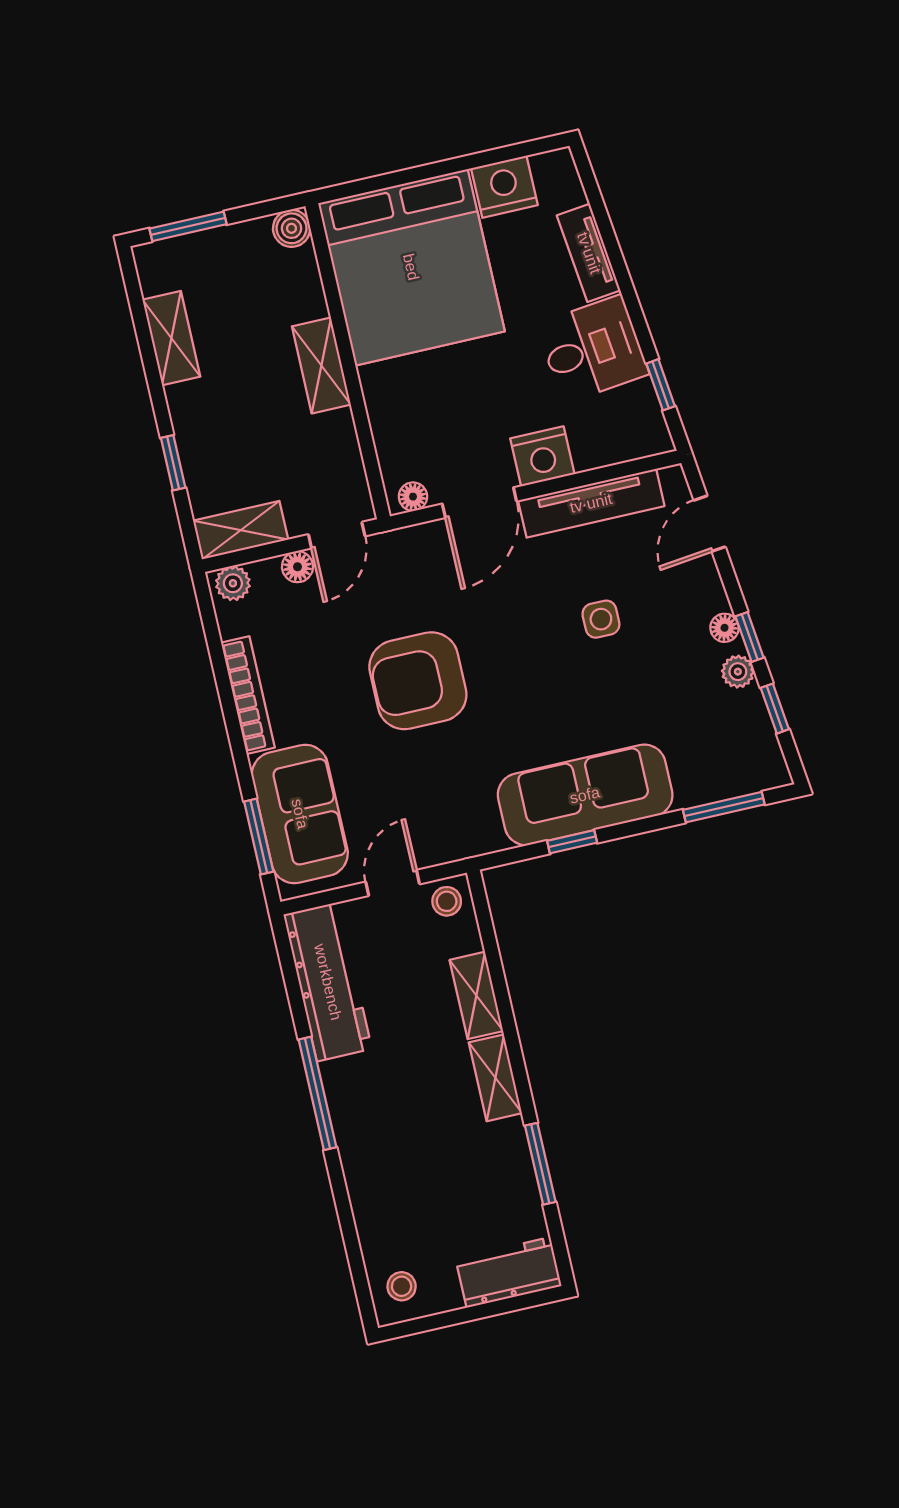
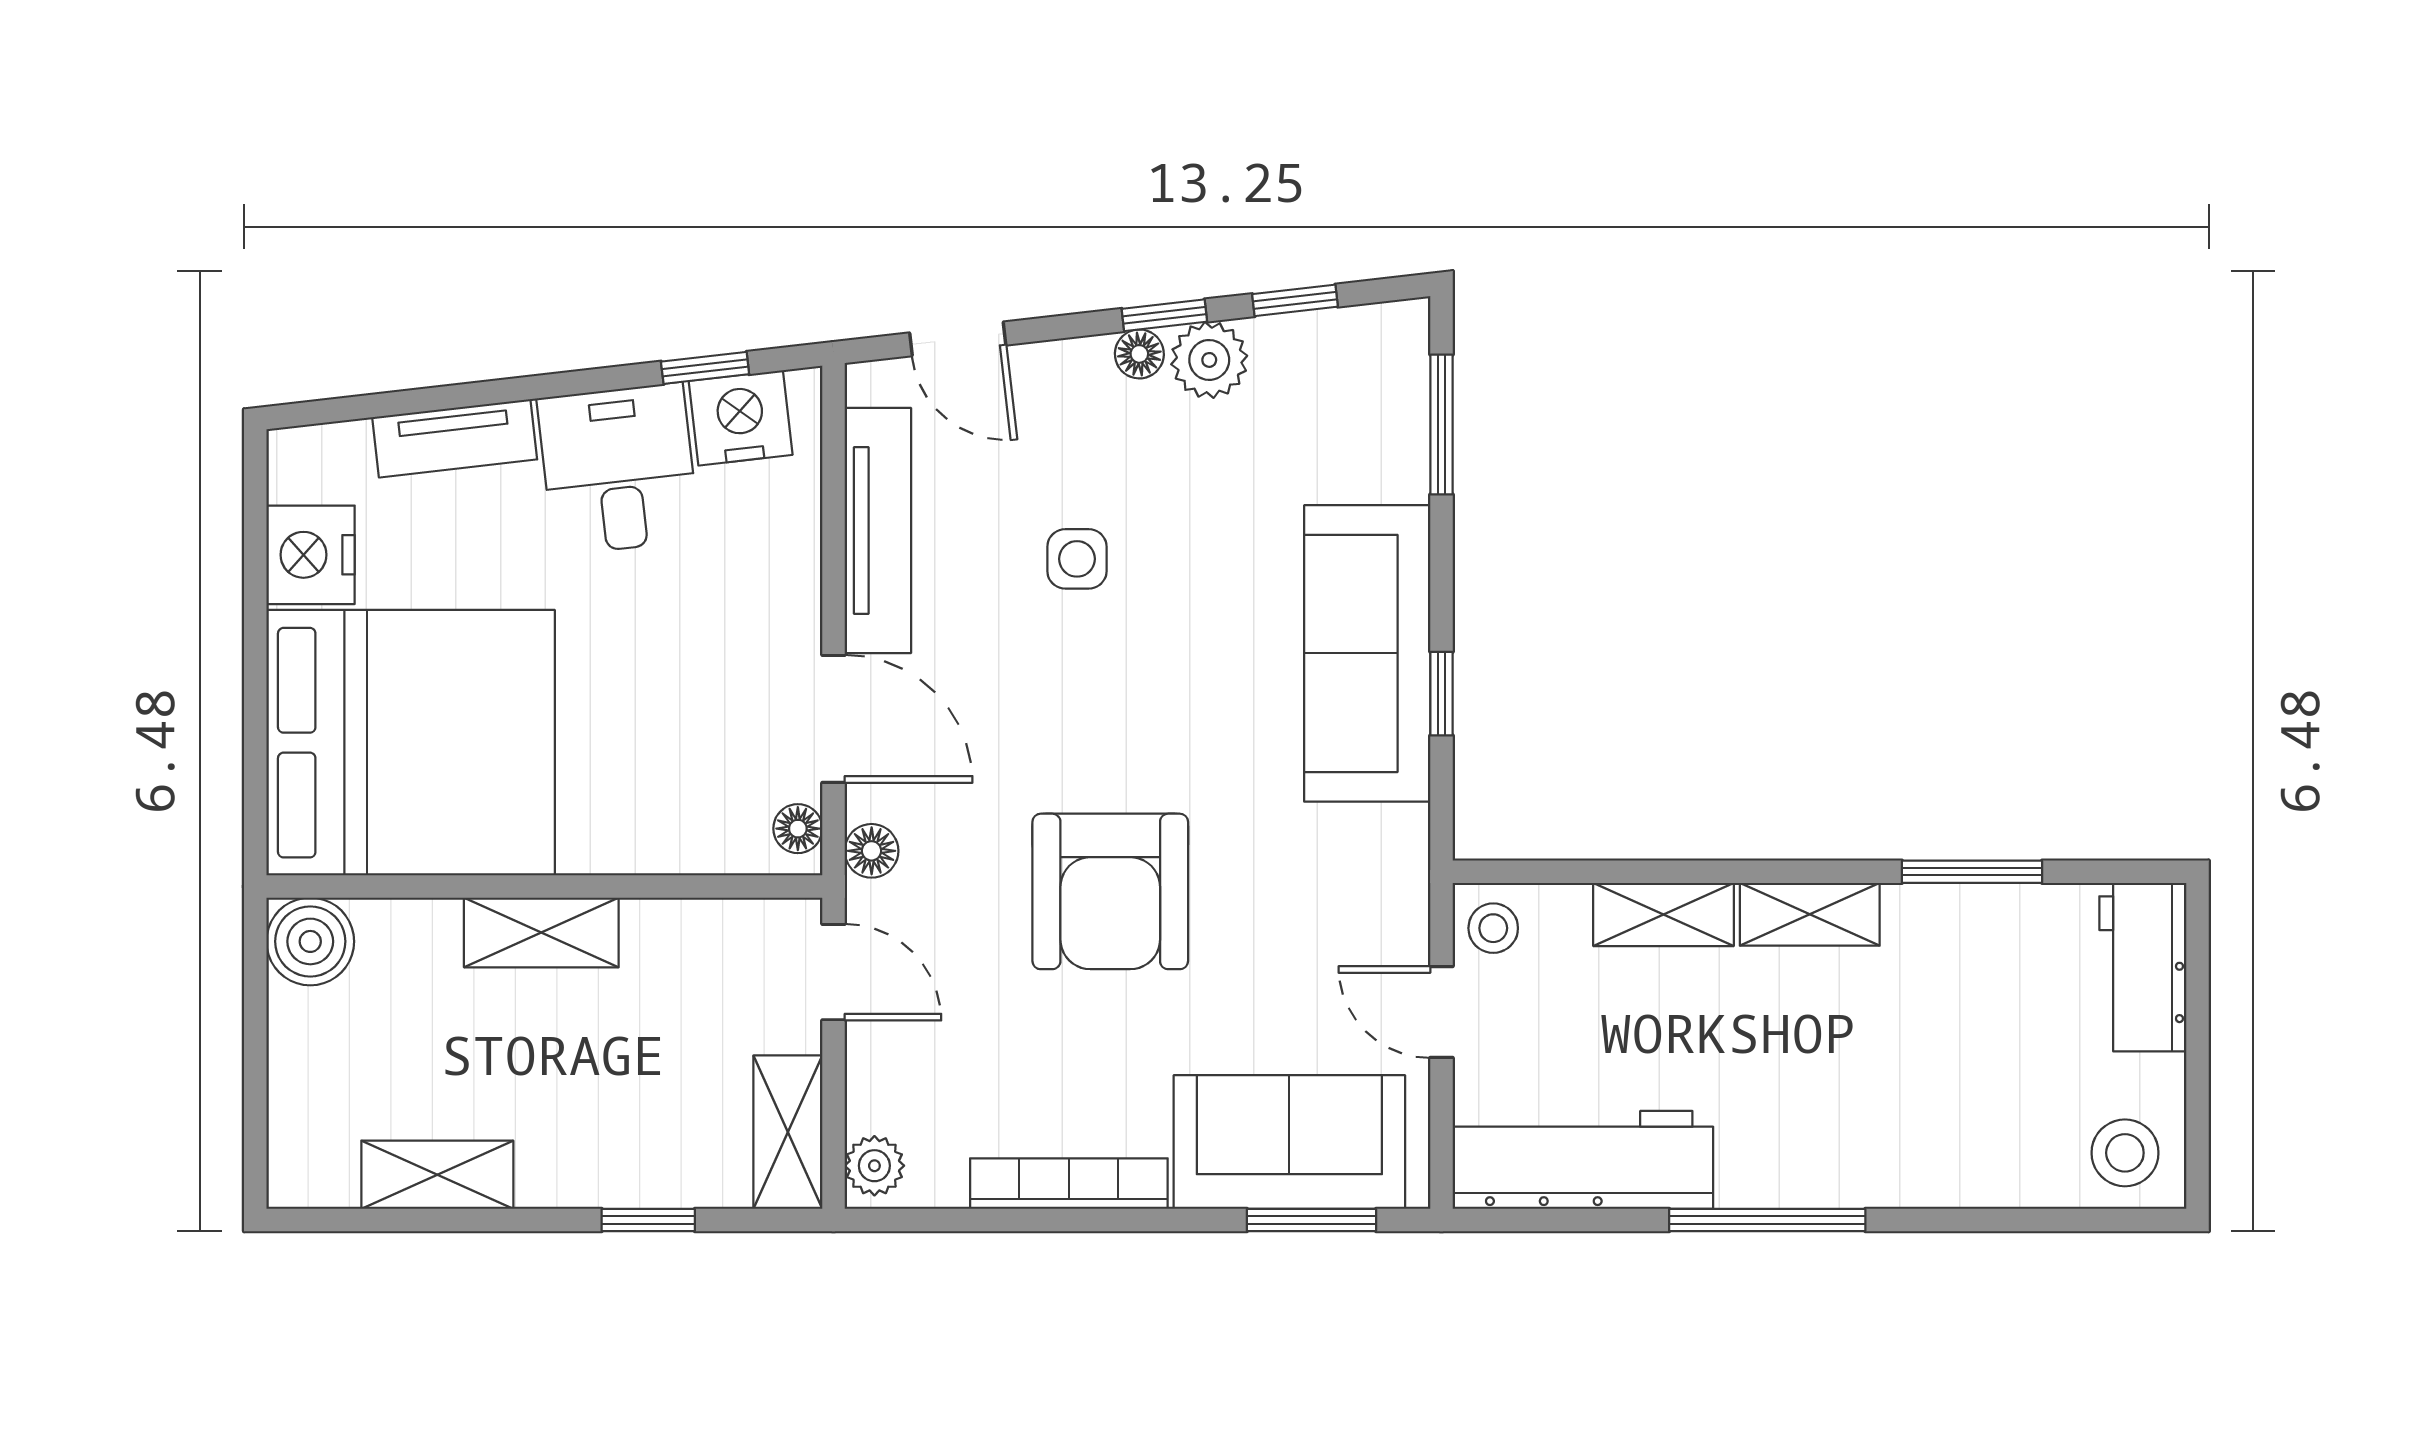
window: (188, 226) -> (255, 1104), removed
boiler: (292, 228) -> (310, 941), width x1.36, depth x1.36
nightstand: (542, 456) -> (741, 418), moved, turned -97
floor lamp: (297, 567) -> (872, 851), moved
plant: (738, 672) -> (1209, 360), width x1.38, depth x1.38
stool: (402, 1286) -> (2125, 1153), width x1.37, depth x1.37

